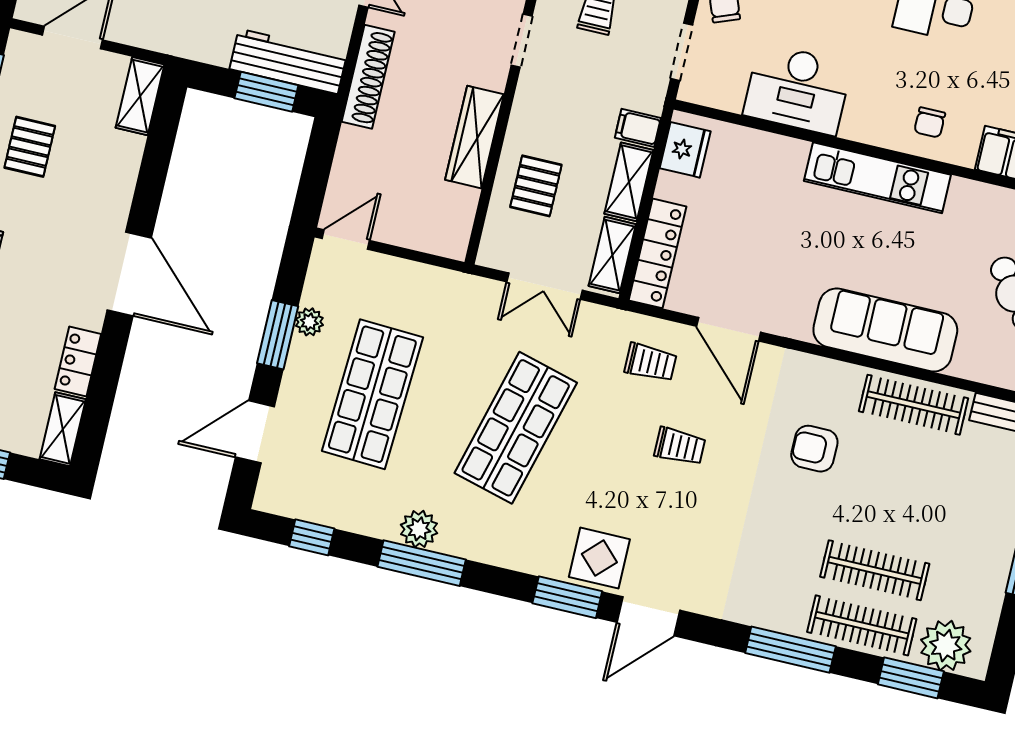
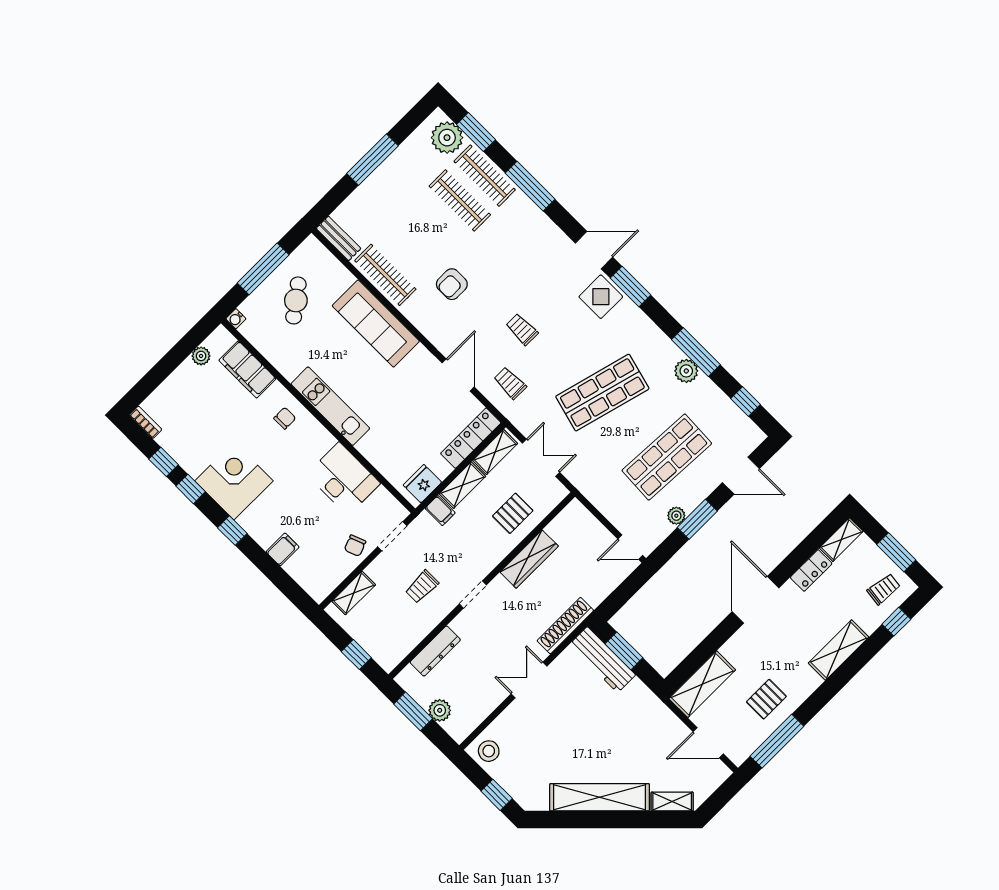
shelving: (140, 96) -> (702, 684), width x1.50, depth x1.33
armchair: (814, 449) -> (452, 284), turned 90

